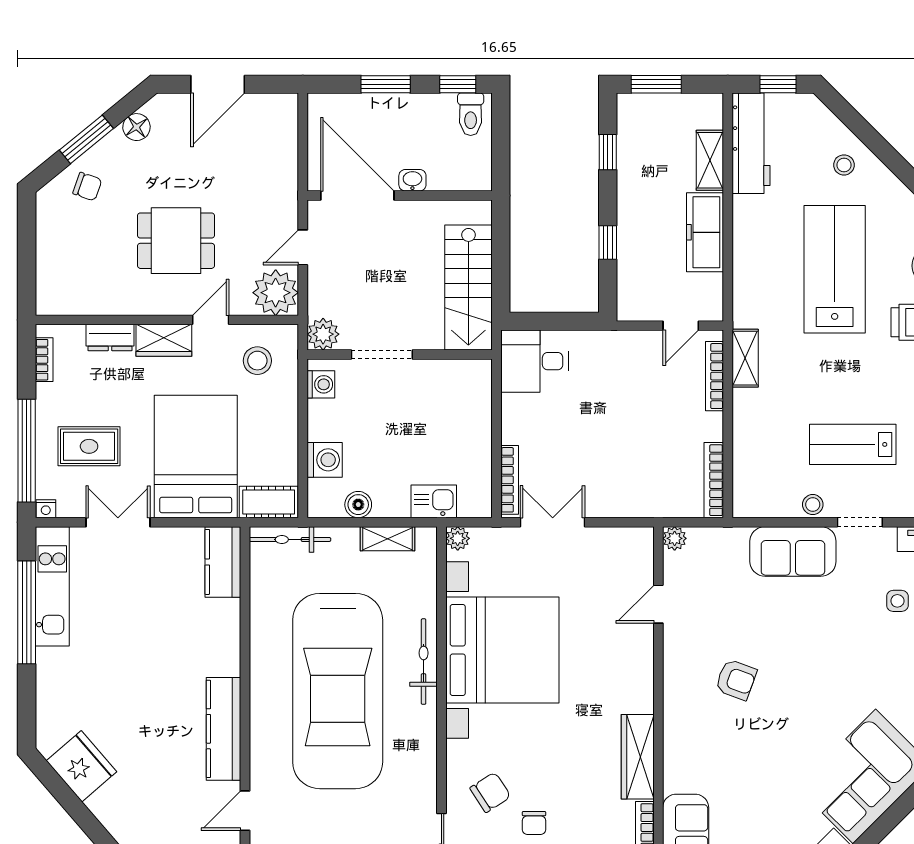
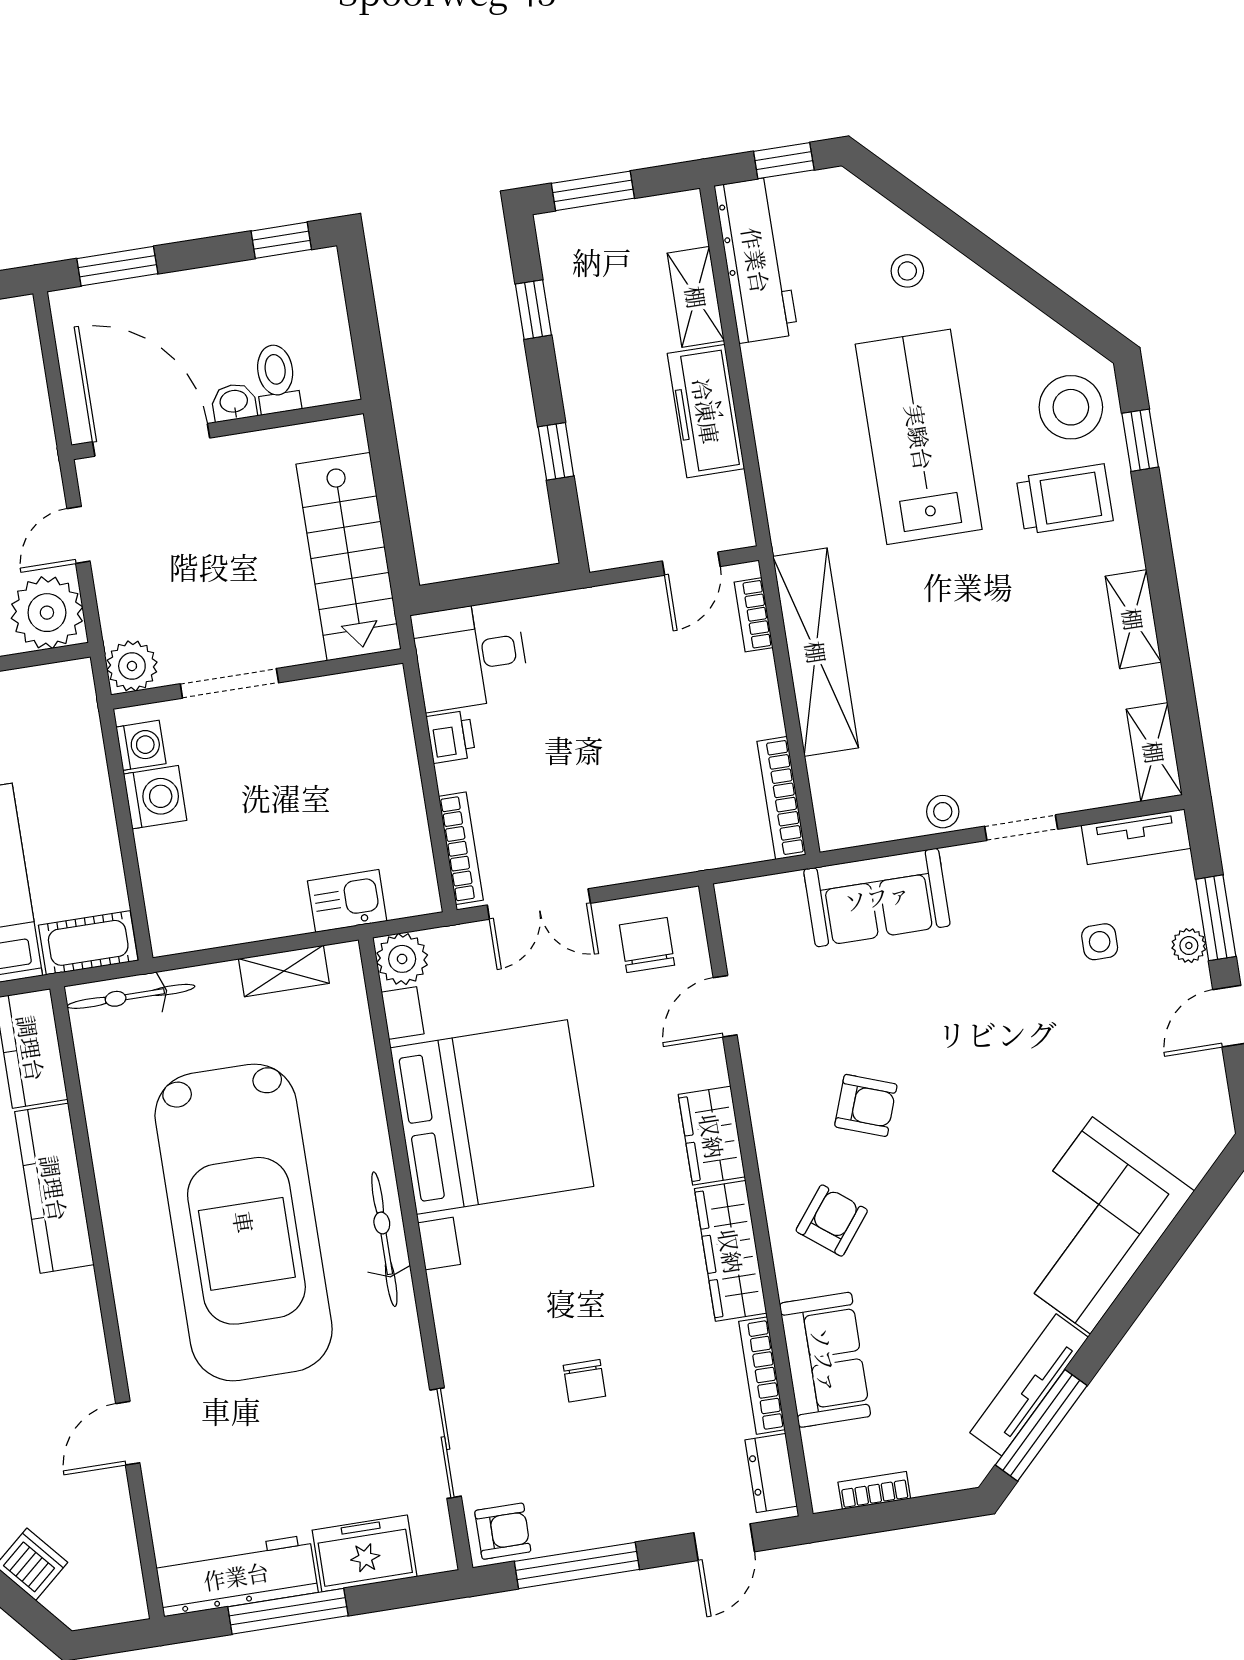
window: (386, 84) -> (117, 266), moved
toilet: (471, 114) -> (277, 379), moved, turned 180
shelving: (745, 358) -> (816, 652), width x2.20, depth x1.33
stool: (257, 361) -> (35, 724), removed
bookcase: (714, 376) -> (754, 615), width x0.64
printer: (514, 410) -> (451, 737), added
lab bench: (853, 444) -> (991, 707), removed
washing machine: (325, 460) -> (155, 797), moved
boiler: (358, 505) -> (229, 925), removed
double door: (553, 522) -> (539, 904), swing flipped
plant: (458, 538) -> (402, 959), width x1.38, depth x1.38
plant: (675, 538) -> (734, 899), removed
sofa: (793, 551) -> (877, 897), moved
bicycle: (424, 662) -> (384, 1239), moved
wardrobe: (637, 683) -> (712, 1136), added
kitchen counter: (223, 729) -> (54, 1188), moved
armchair: (703, 748) -> (832, 1221), added
chair: (490, 792) -> (647, 945), moved, turned -57

